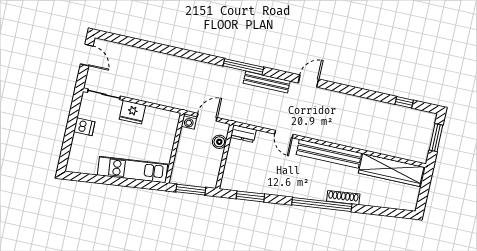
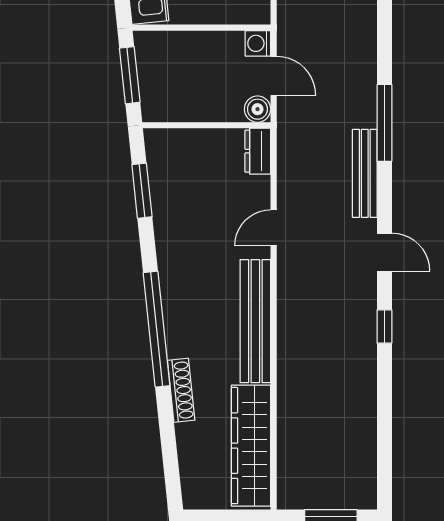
window: (404, 102) -> (384, 326), moved
boiler: (219, 142) -> (257, 109), moved
shoe rack: (343, 198) -> (181, 390), moved

